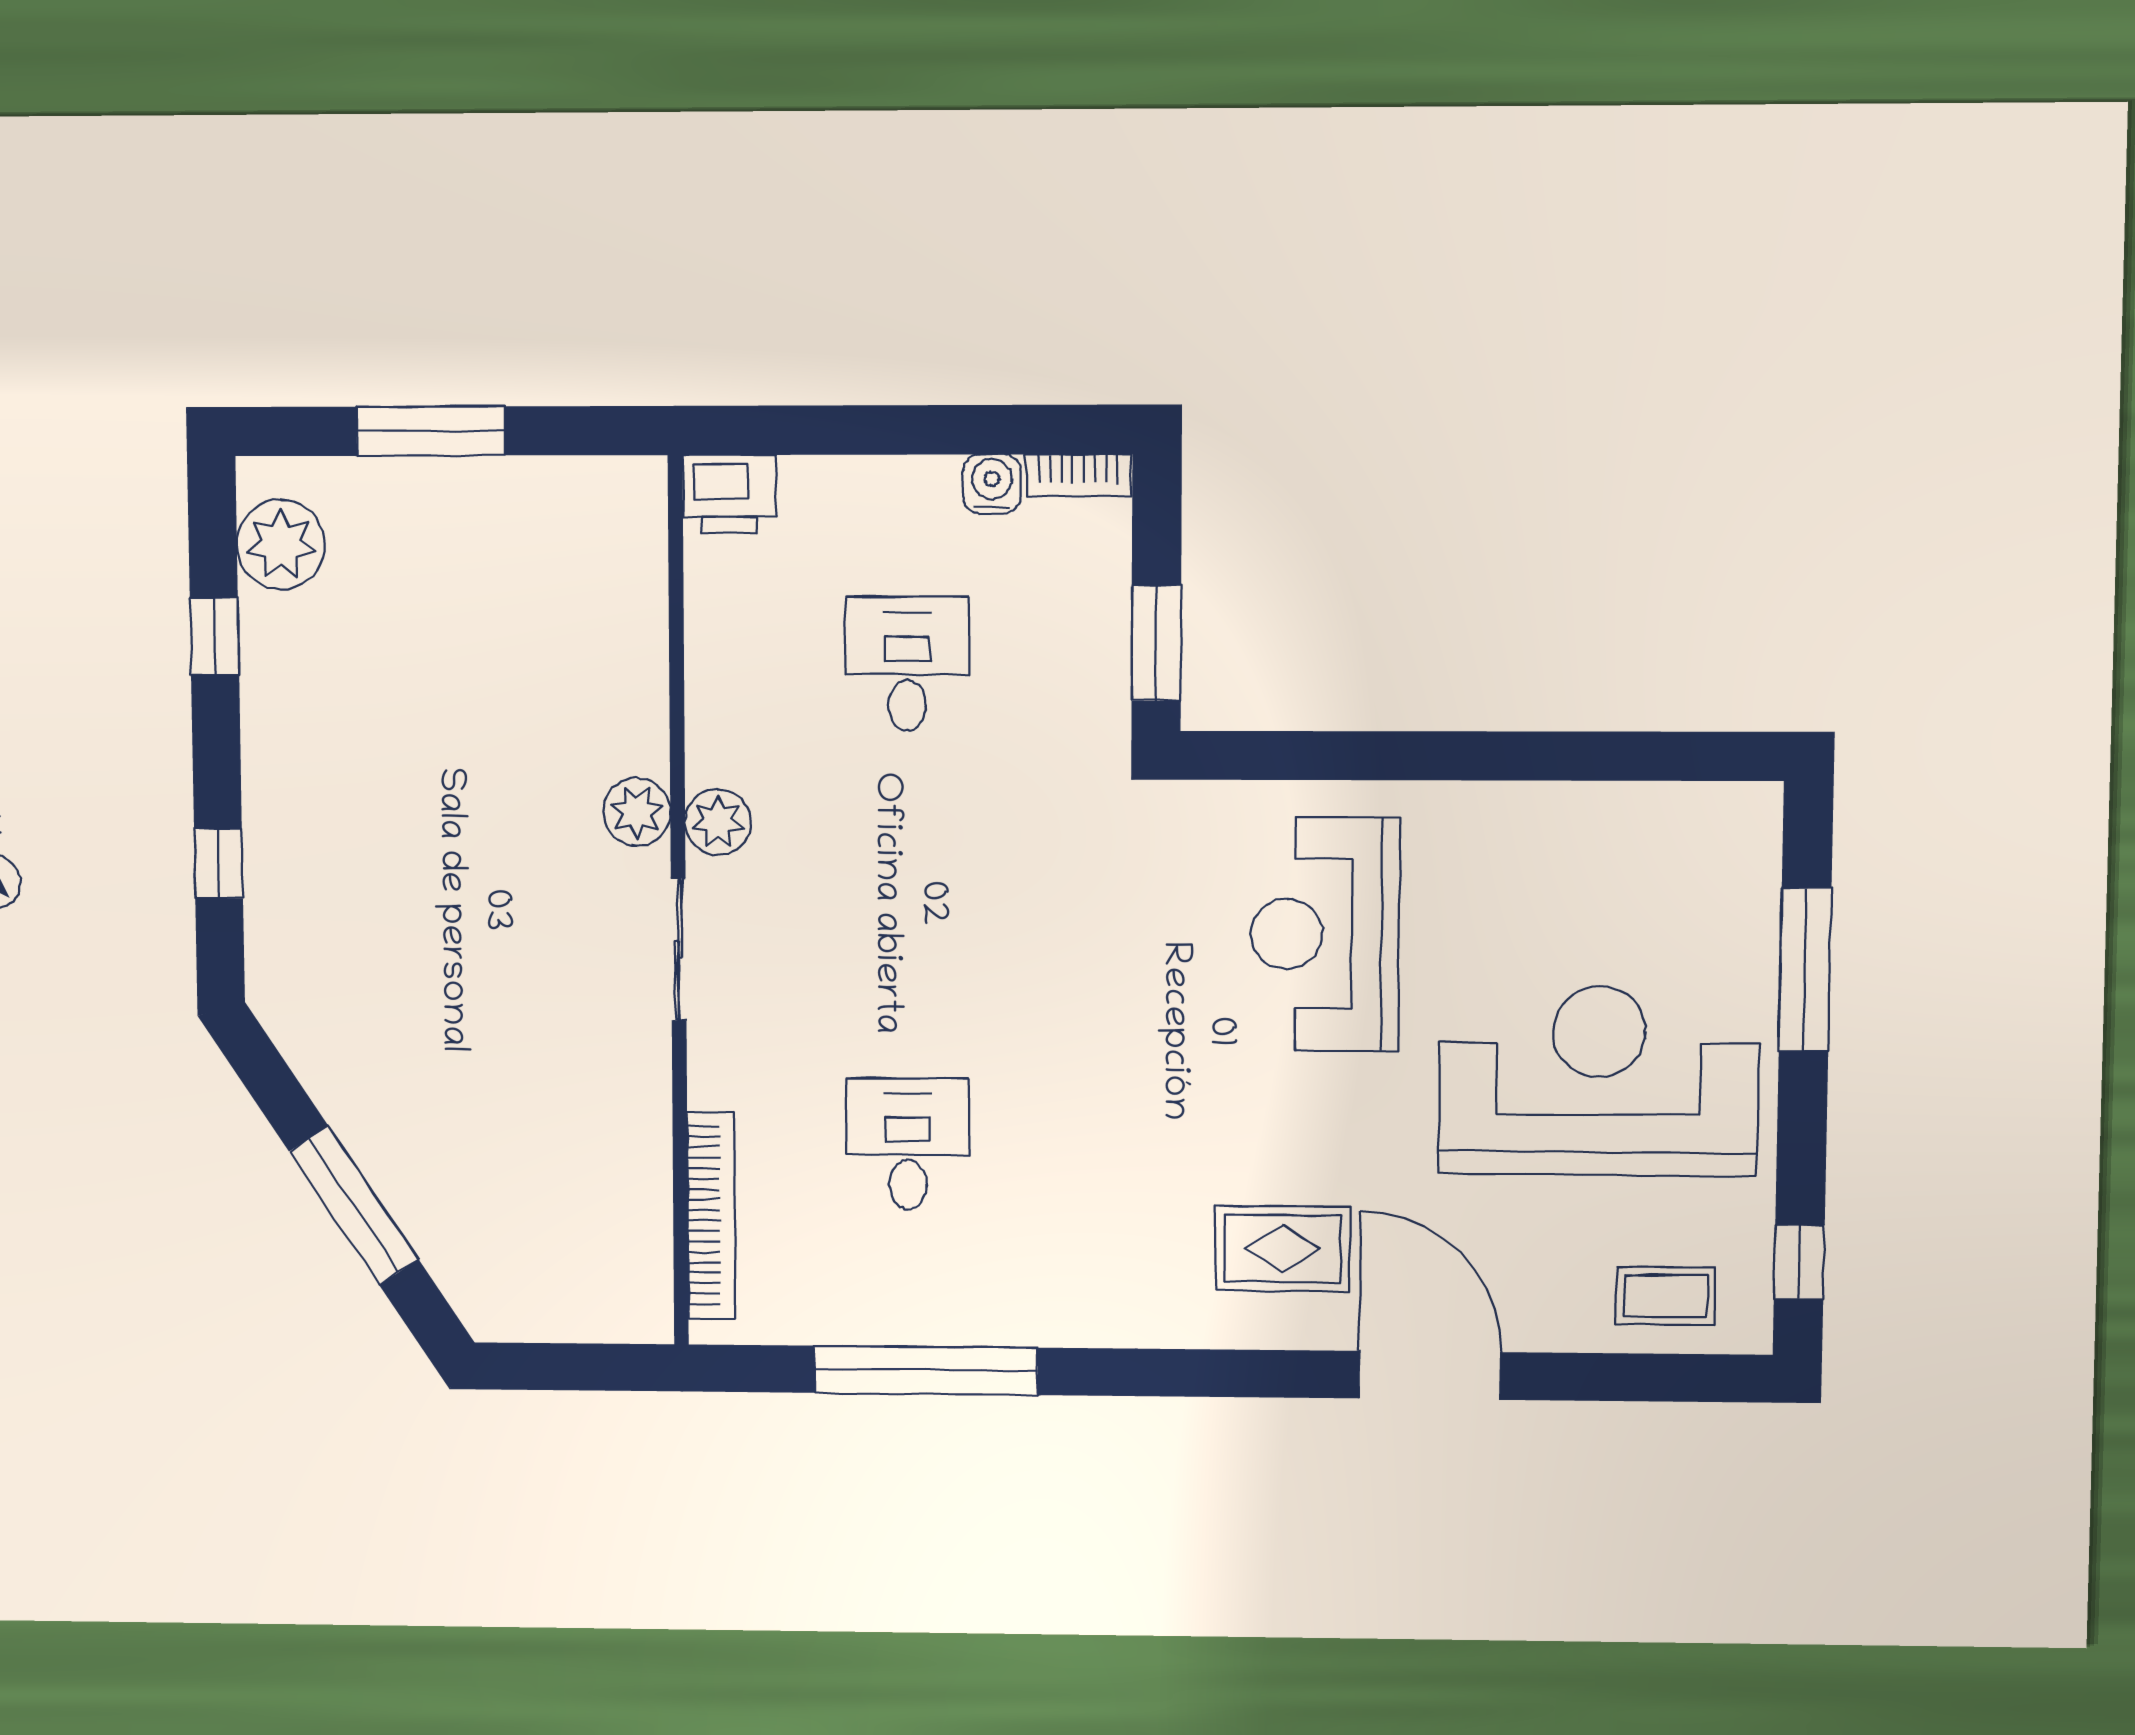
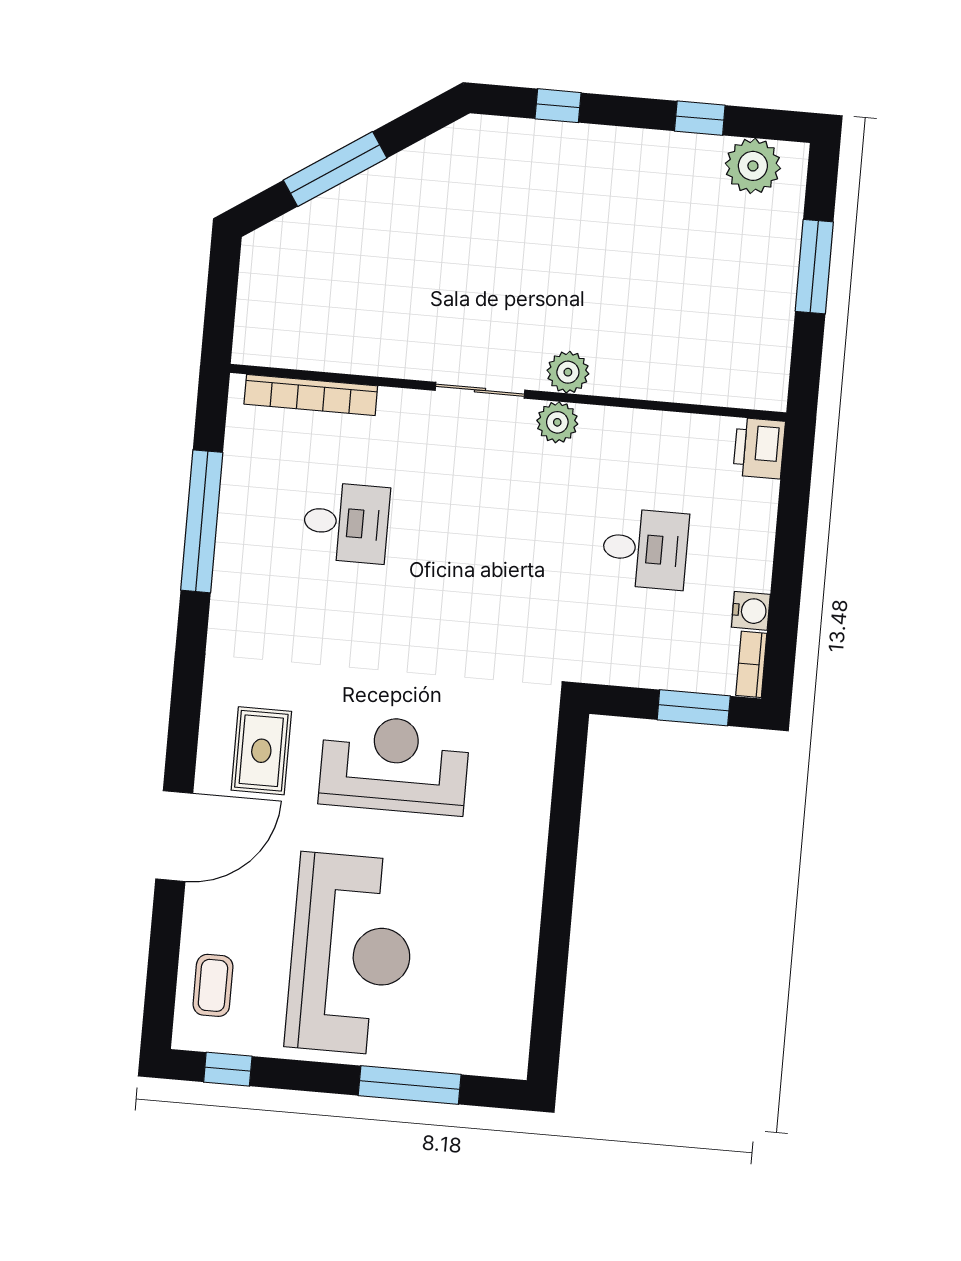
window: (1156, 643) -> (694, 708), moved
reception desk: (1325, 934) -> (394, 765), moved

